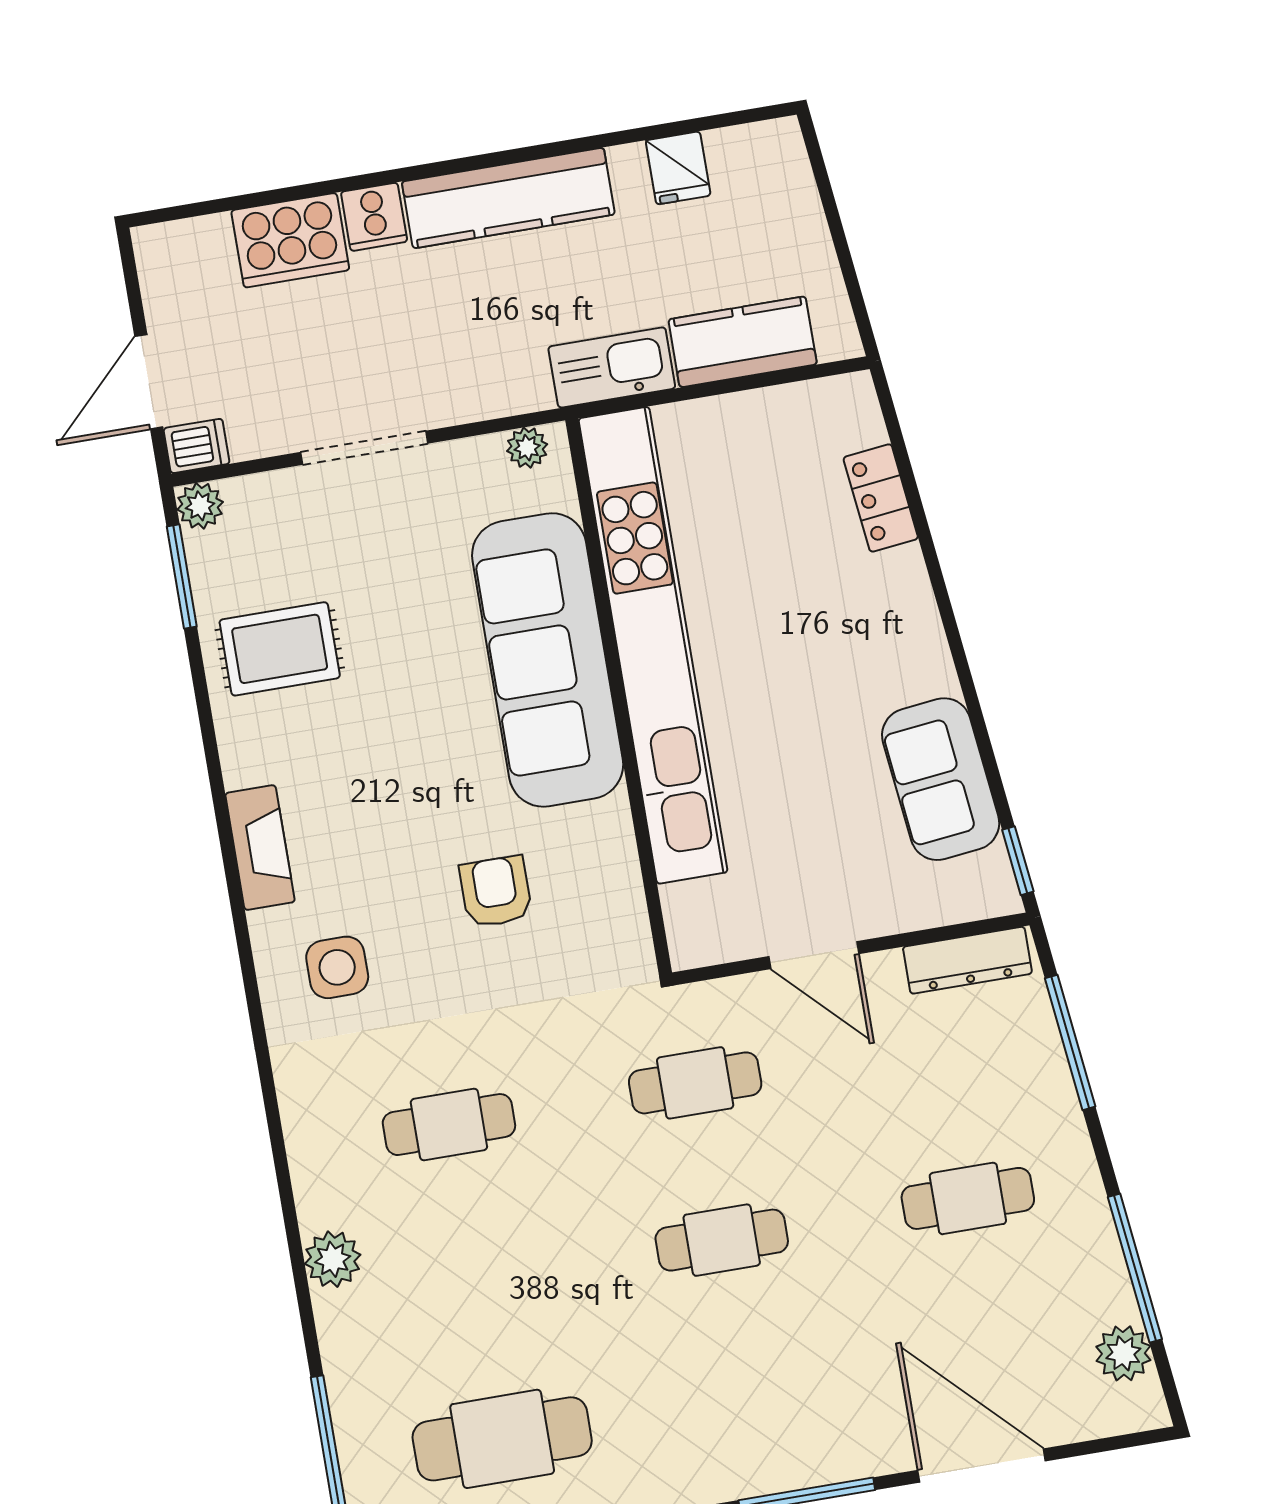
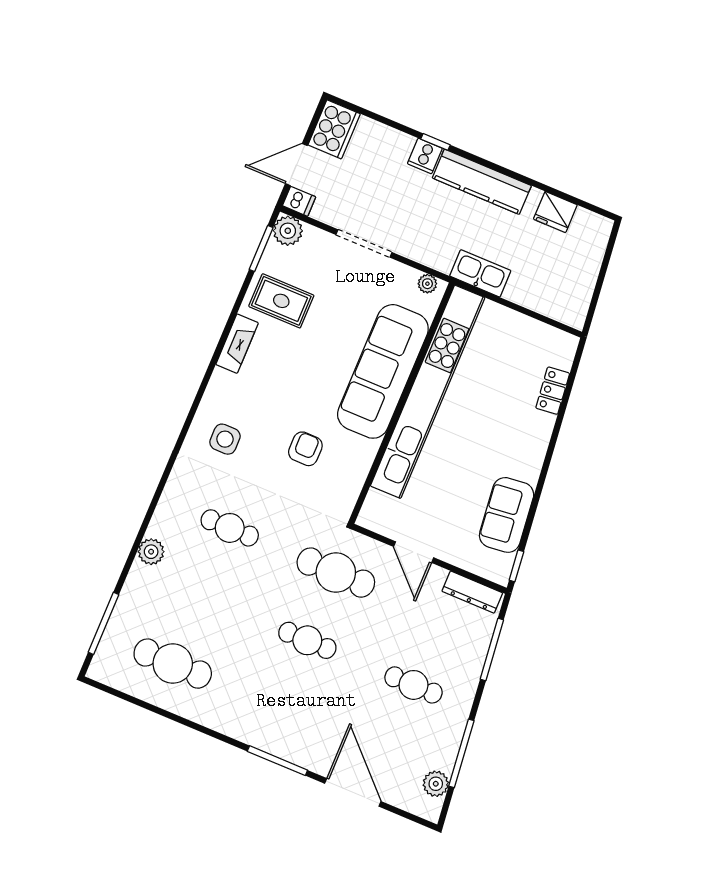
fridge: (678, 168) -> (555, 212), width x1.38
window: (377, 179) -> (436, 142), added
cooker: (290, 240) -> (334, 129), moved, turned -90
kitchen counter: (743, 342) -> (537, 296), removed
plant: (200, 506) -> (288, 231), width x1.38, depth x1.38
fireplace: (260, 848) -> (237, 344), moved
cafe table: (695, 1083) -> (336, 573), width x1.37, depth x1.35

